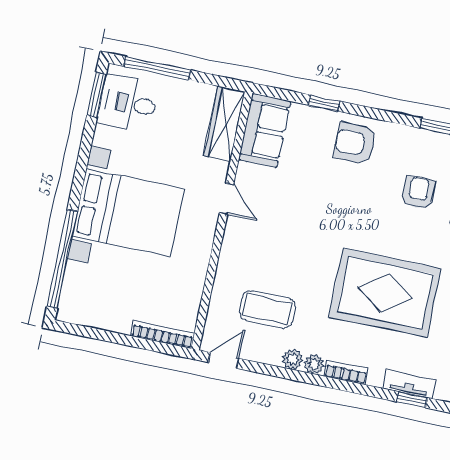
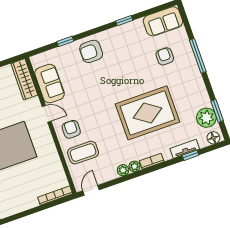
sofa: (265, 130) -> (50, 84), moved
armchair: (418, 193) -> (71, 129), moved
coffee table: (267, 309) -> (83, 153), moved

